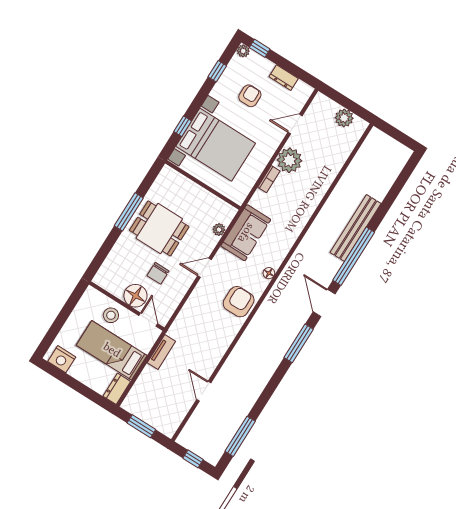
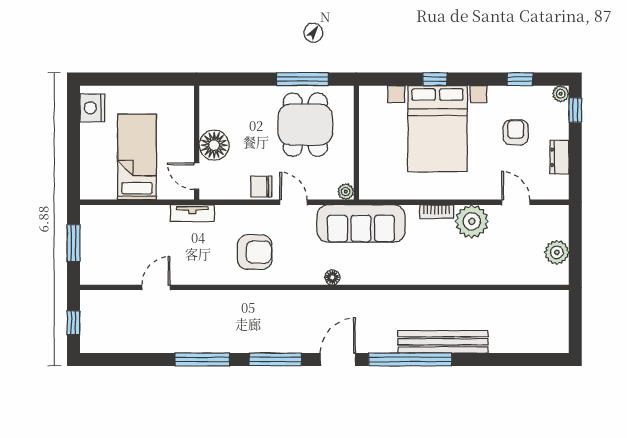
armchair: (250, 96) -> (516, 132), turned -90
wall: (203, 185) -> (356, 143), moved
sofa: (246, 233) -> (361, 224), width x1.36
chair: (158, 273) -> (261, 187), moved
armchair: (239, 302) -> (255, 252), moved
stool: (111, 315) -> (175, 132), removed
door: (148, 320) -> (197, 176), swing flipped
tv unit: (161, 352) -> (192, 213), moved
dresser: (117, 389) -> (98, 190), removed
window: (240, 436) -> (202, 359), moved

